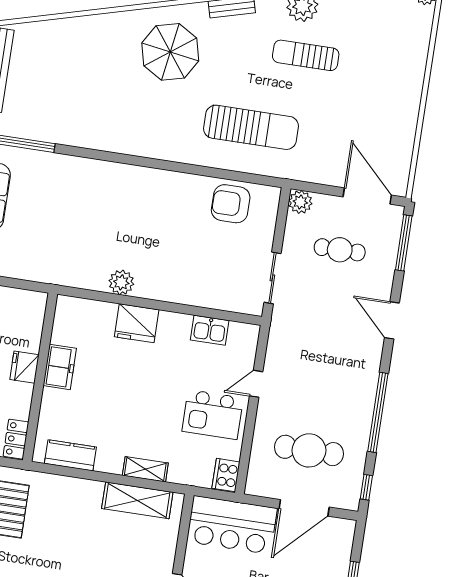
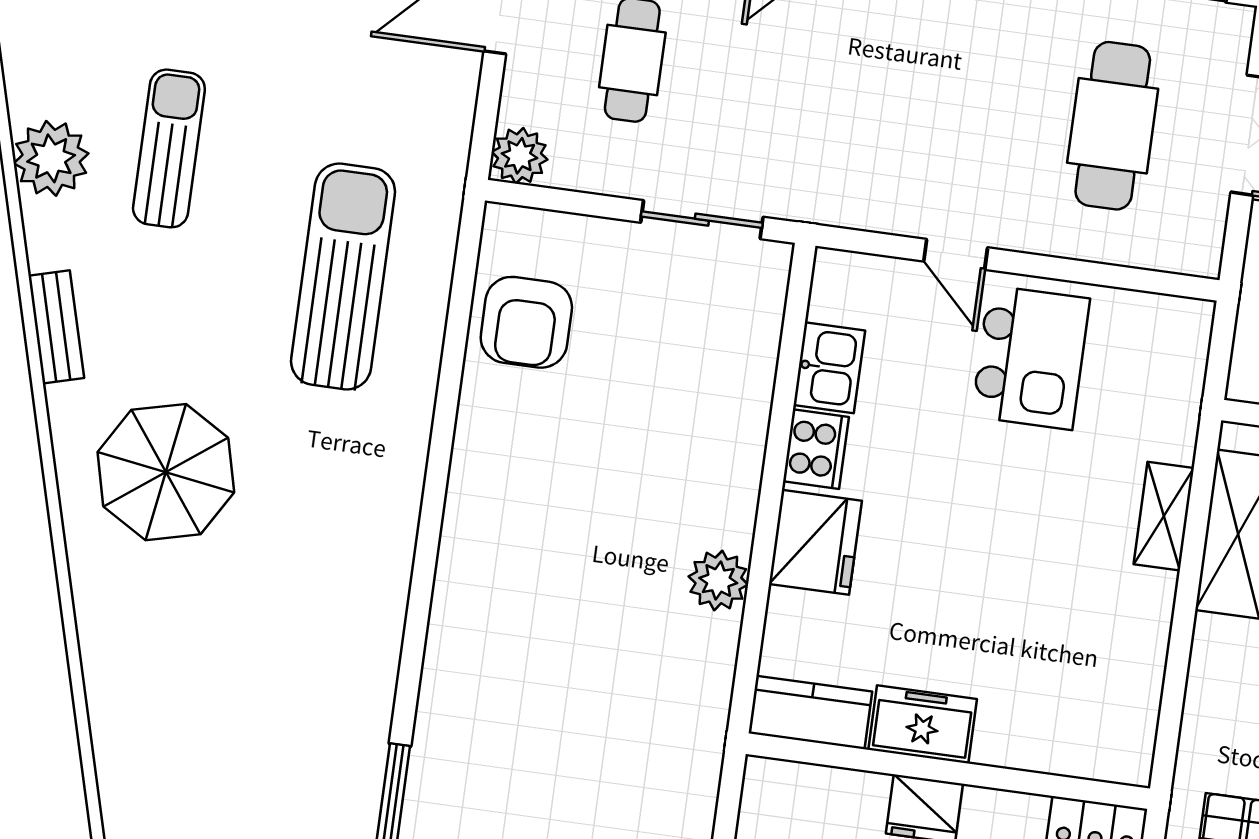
sun lounger: (306, 55) -> (169, 148), turned 180
kitchen counter: (70, 455) -> (810, 713), moved, turned 90
cooker: (226, 475) -> (816, 449), moved, turned -90

